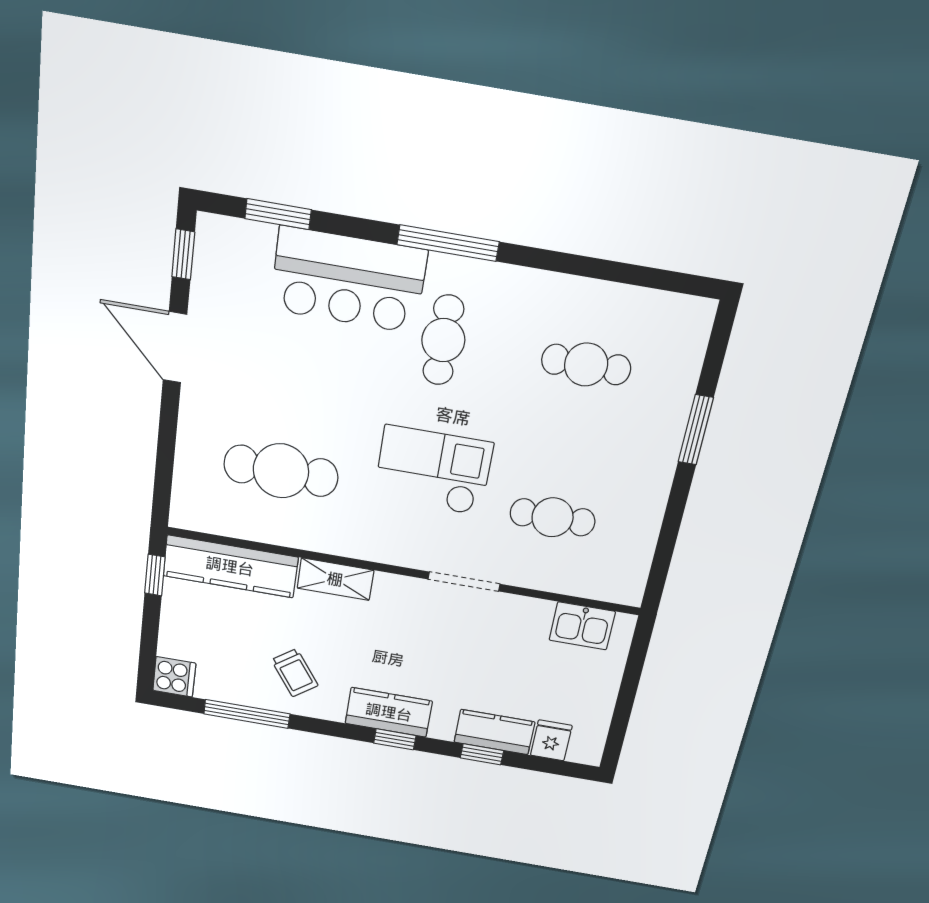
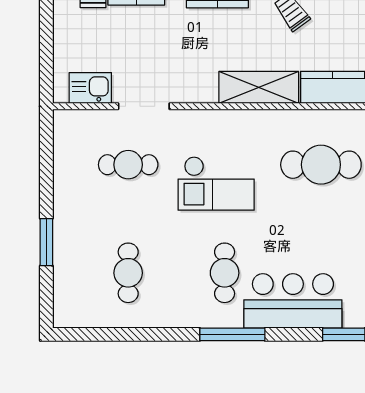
cafe table: (586, 365) -> (128, 273), turned 90
shelving: (335, 579) -> (259, 87), width x1.50, depth x1.33
doorway: (464, 582) -> (144, 106), moved

